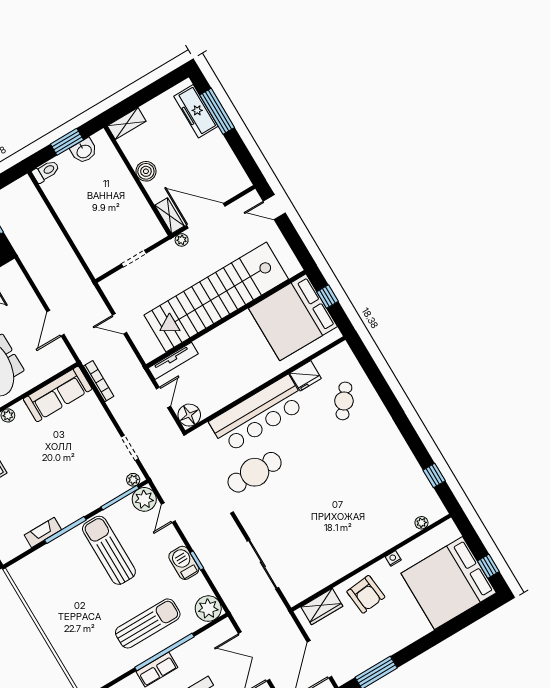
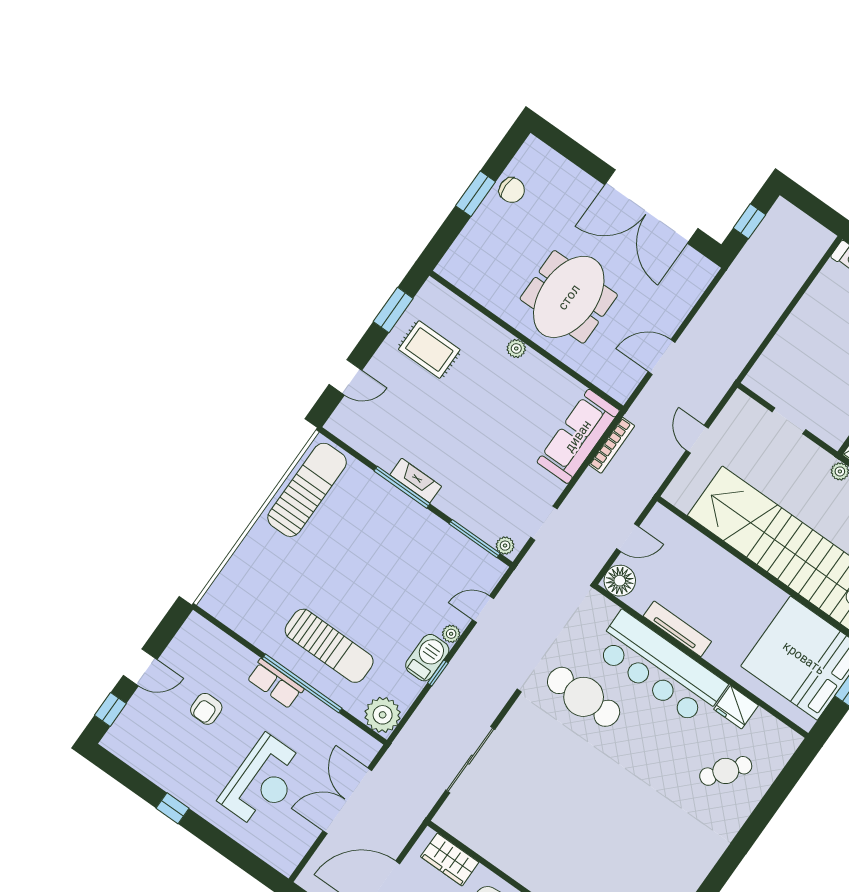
tv unit: (173, 361) -> (677, 629), moved, turned 180
sofa: (58, 394) -> (578, 436), moved, turned 90
plant: (144, 499) -> (451, 634), moved, width x0.53, depth x0.53
fireplace: (43, 532) -> (416, 481), moved
sun lounger: (109, 550) -> (307, 490), moved

